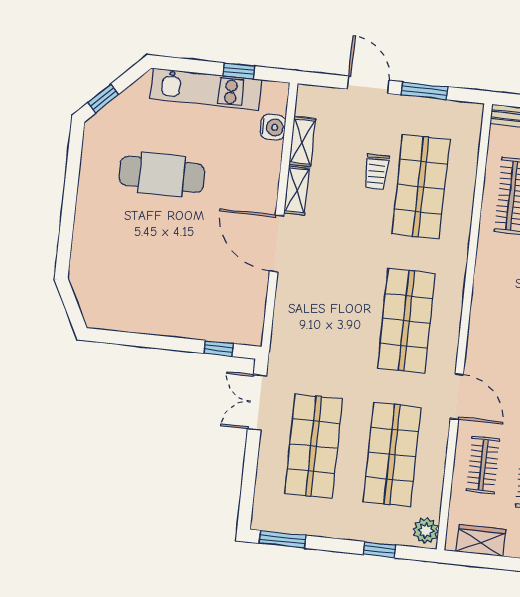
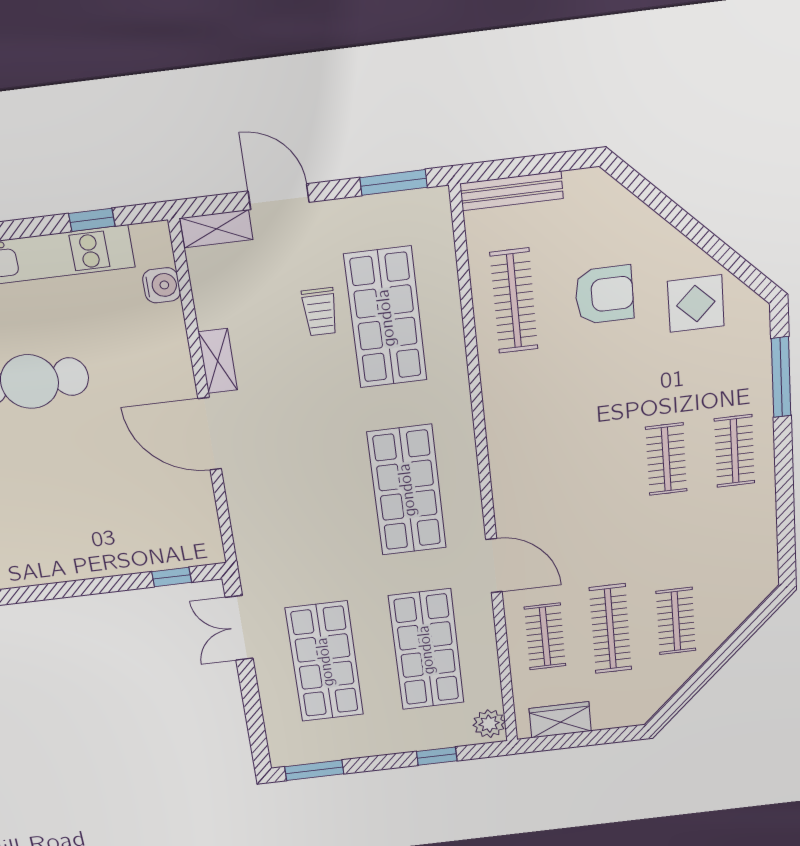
window: (425, 91) -> (393, 182), moved
shelving: (302, 141) -> (216, 229), moved, turned 90

